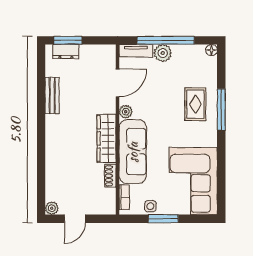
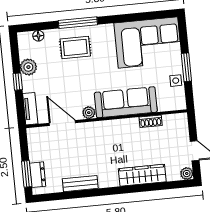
window: (166, 40) -> (18, 82), width x0.32
floor lamp: (212, 50) -> (38, 36), moved
plant: (163, 53) -> (28, 67), moved
wardrobe: (107, 139) -> (142, 175), moved, turned 180
bookcase: (124, 197) -> (170, 106), removed

